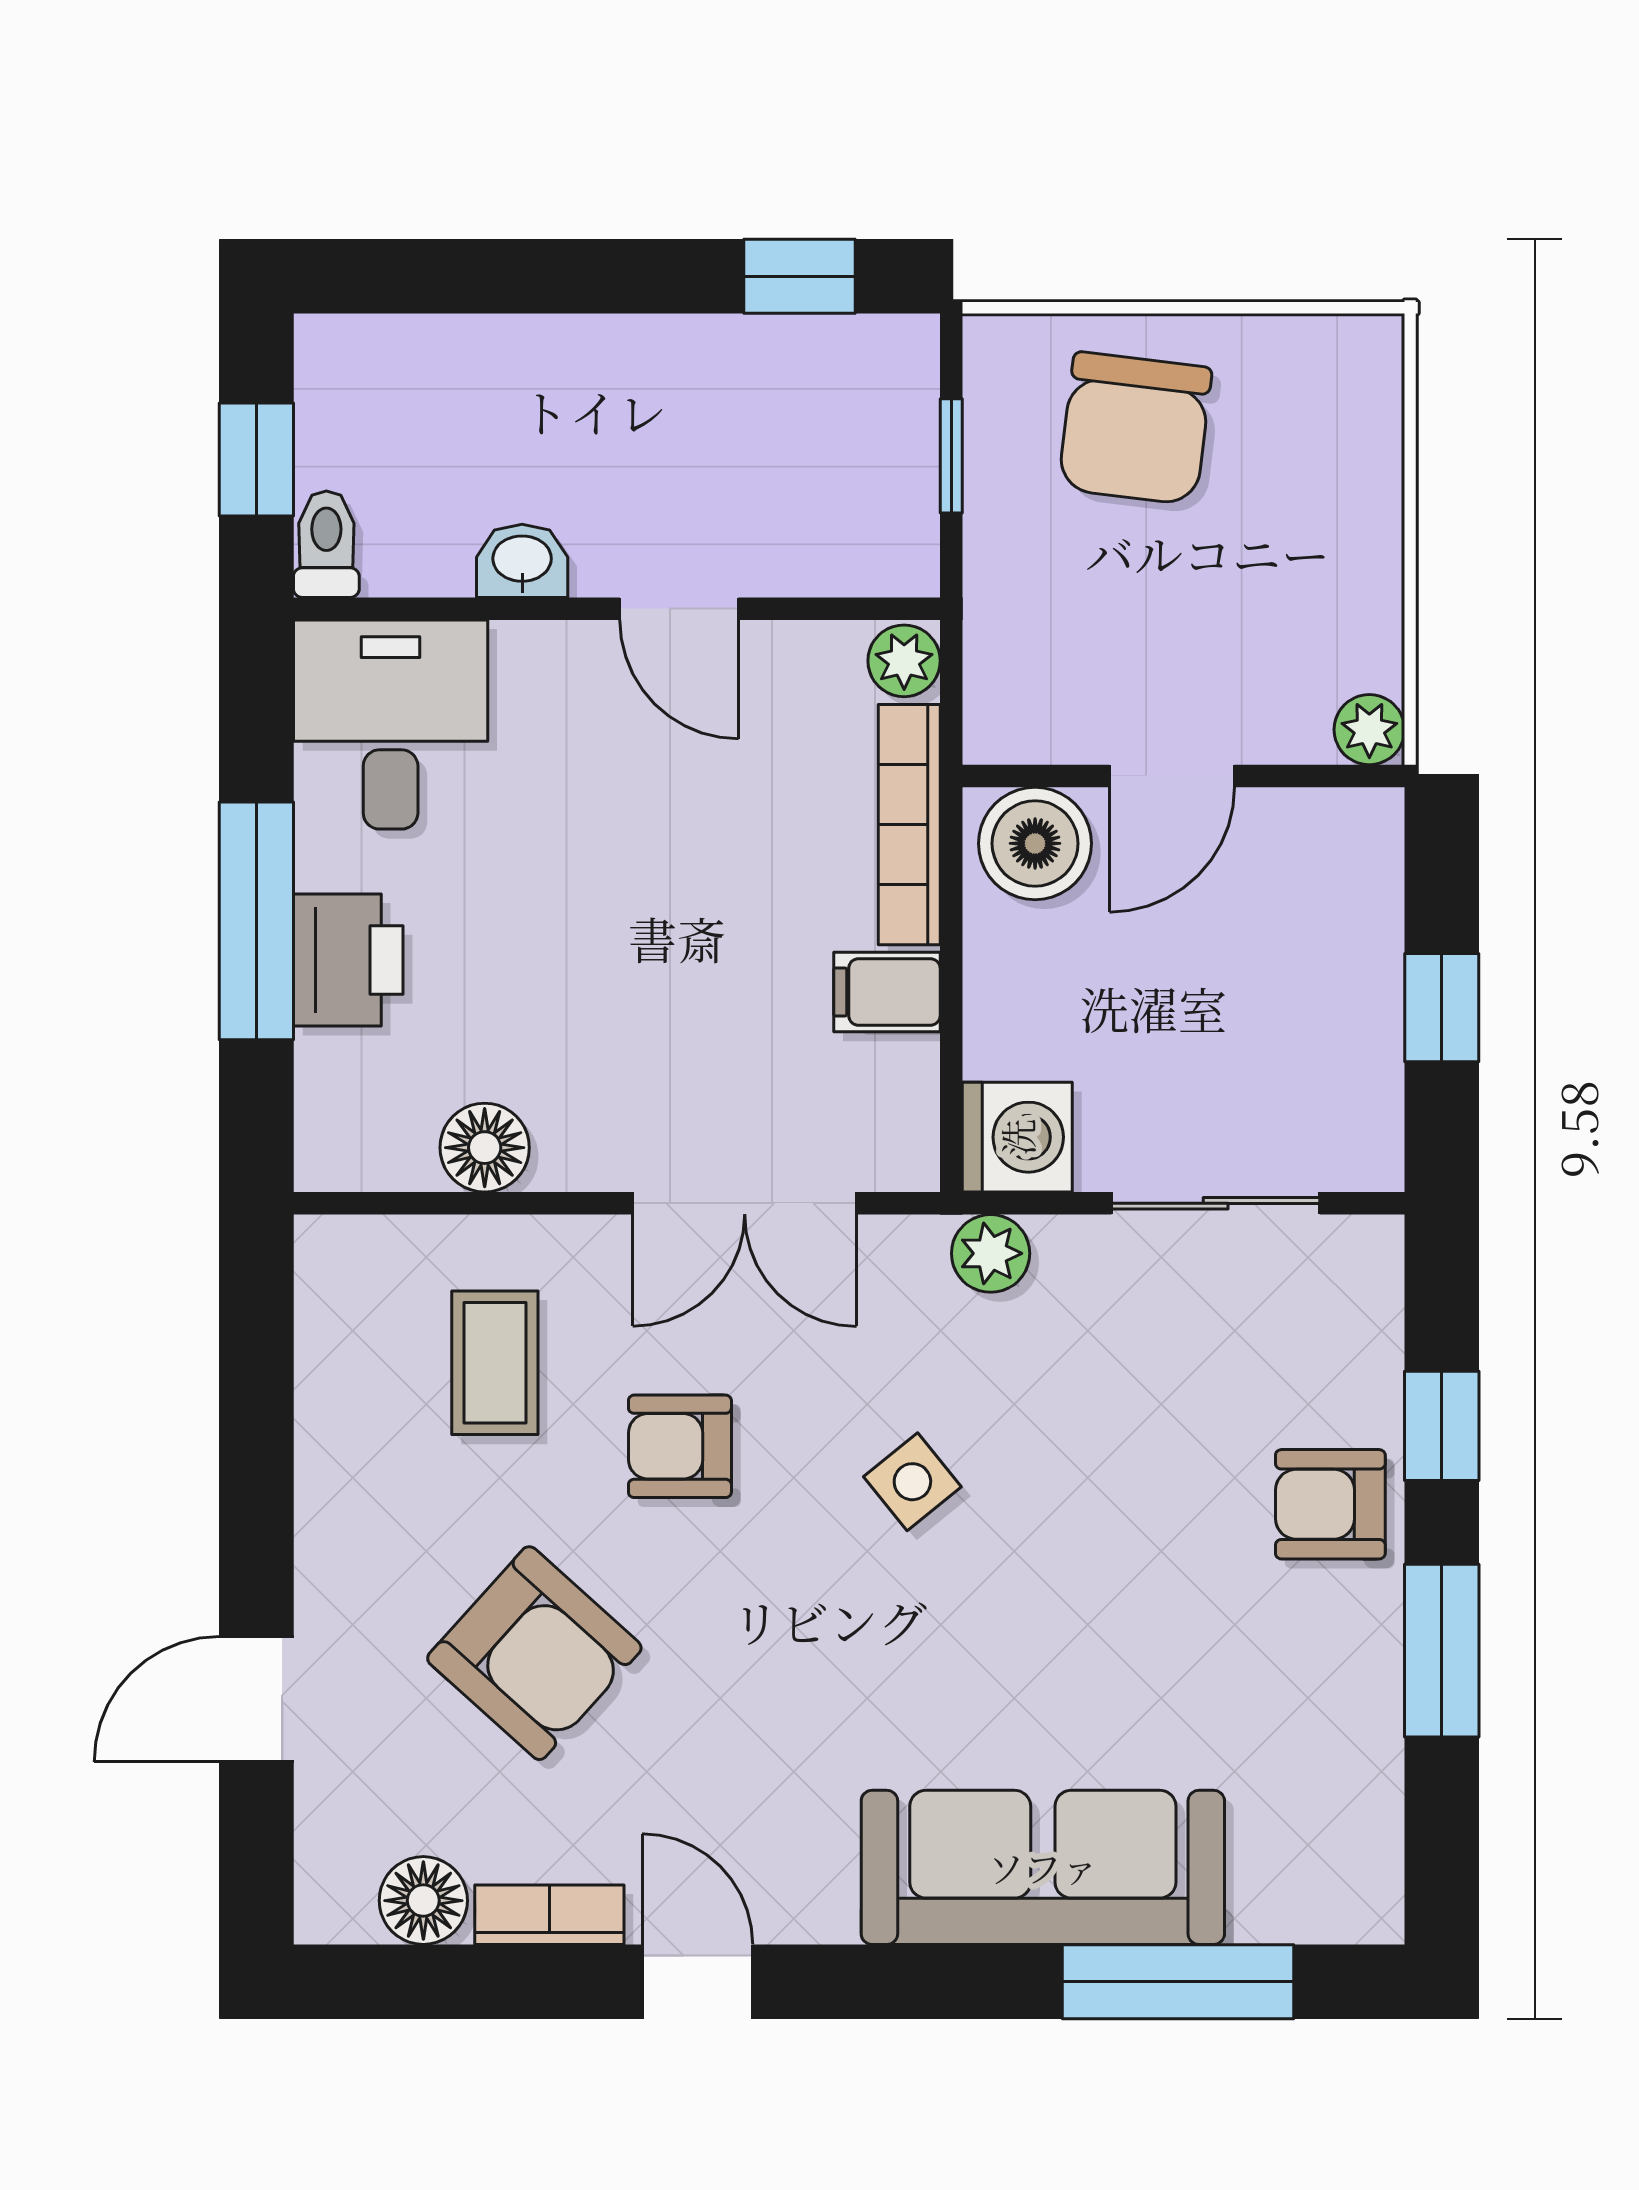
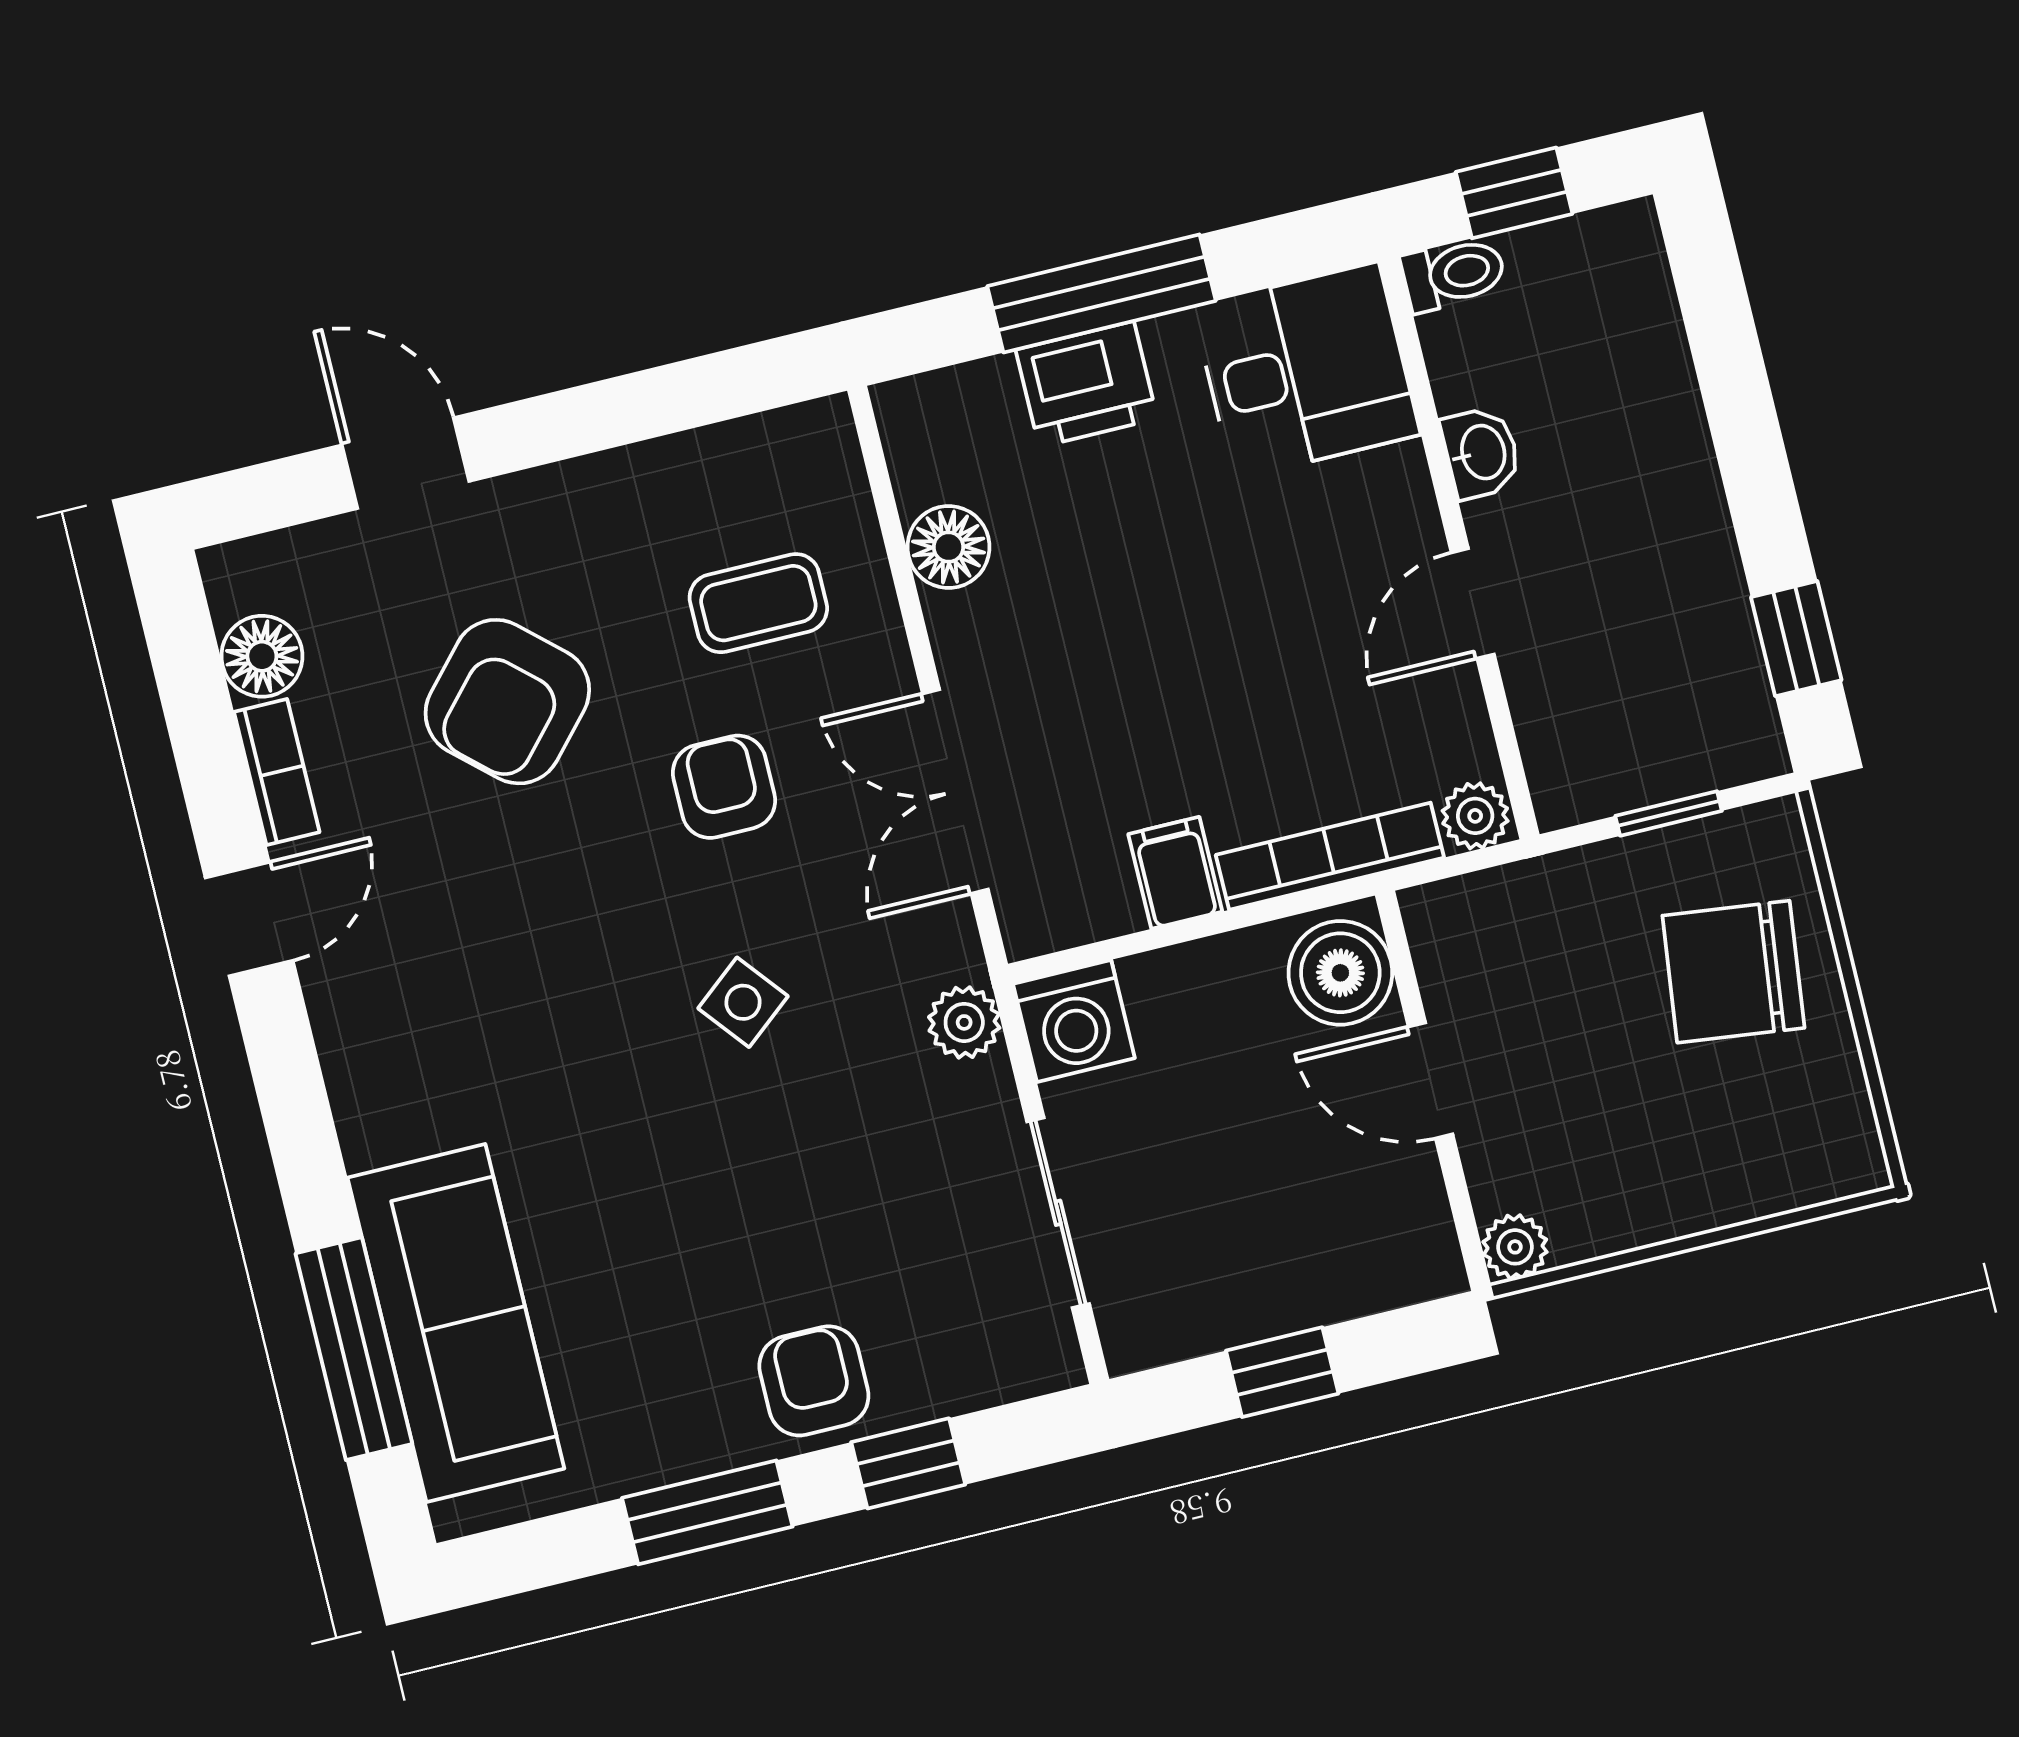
sofa: (1043, 1867) -> (456, 1323), moved

